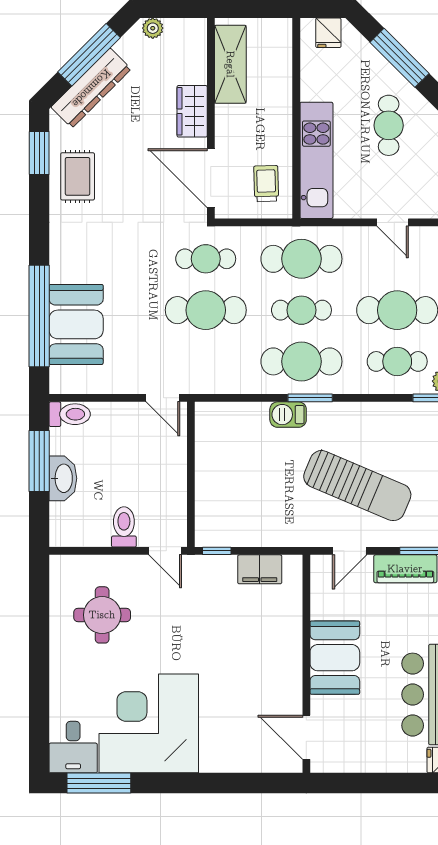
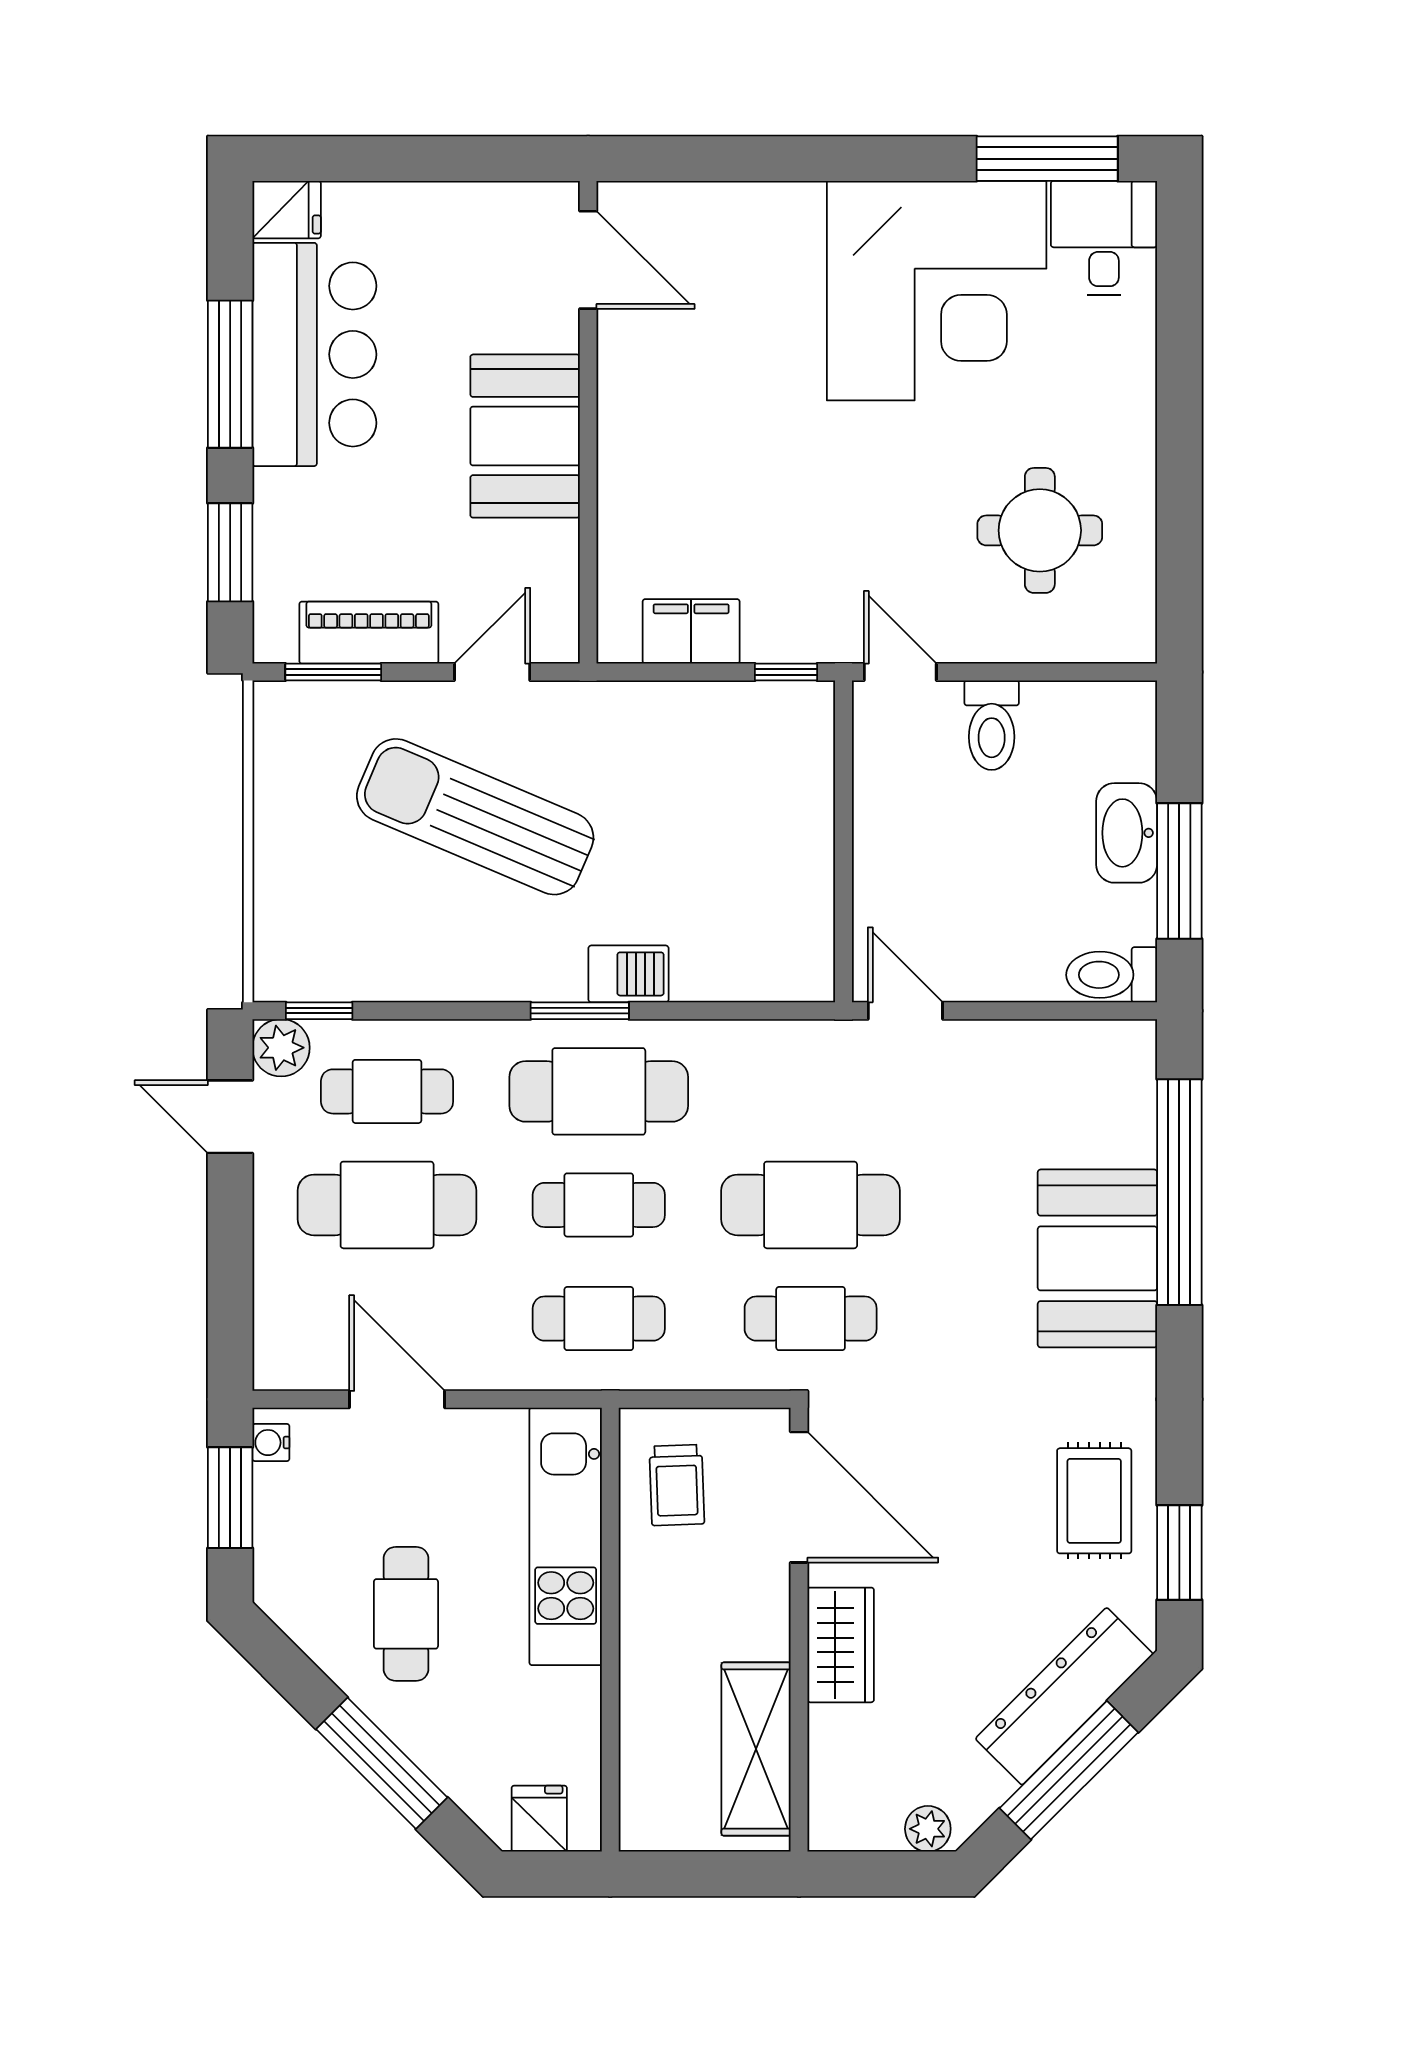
door: (393, 222) -> (397, 1399), width x1.38
cafe table: (301, 259) -> (599, 1319), width x0.73, depth x0.74
booth: (76, 324) -> (1097, 1258), moved

